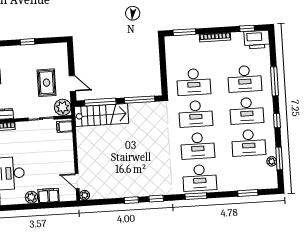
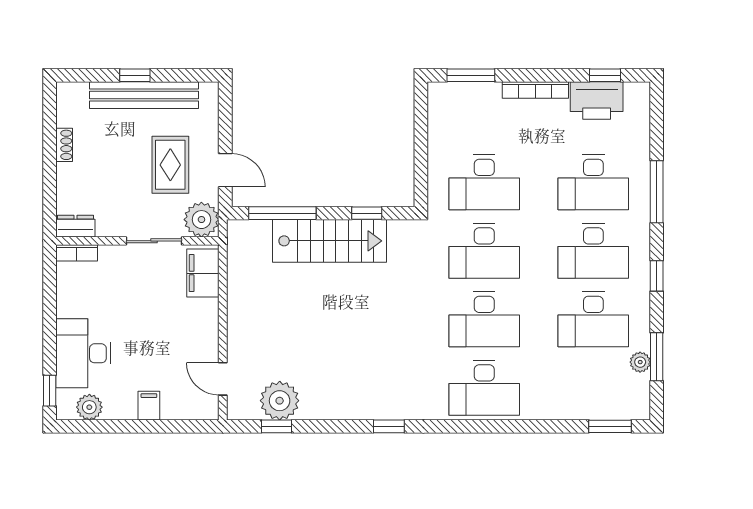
printer: (257, 40) -> (597, 100), moved
bench: (32, 51) -> (144, 95), added
window: (140, 100) -> (367, 213), width x0.46
stairs: (102, 115) -> (330, 241), moved
filing cabinet: (65, 127) -> (203, 273), width x2.00
window: (248, 193) -> (610, 426), moved
filing cabinet: (48, 195) -> (149, 406), width x0.50
plant: (85, 195) -> (280, 401), moved, width x1.87, depth x1.87
window: (196, 196) -> (474, 426), removed
plant: (31, 197) -> (89, 407), moved
window: (131, 200) -> (277, 426), moved

